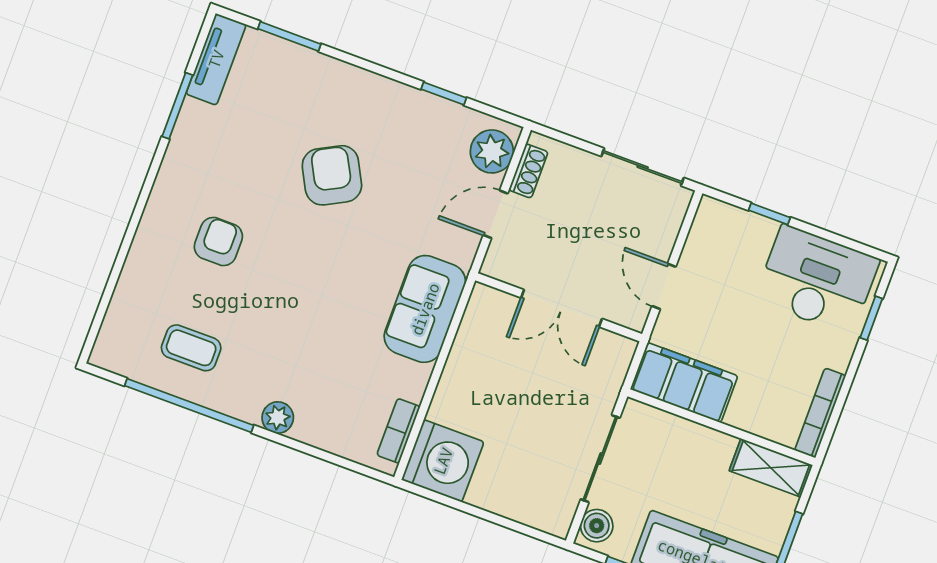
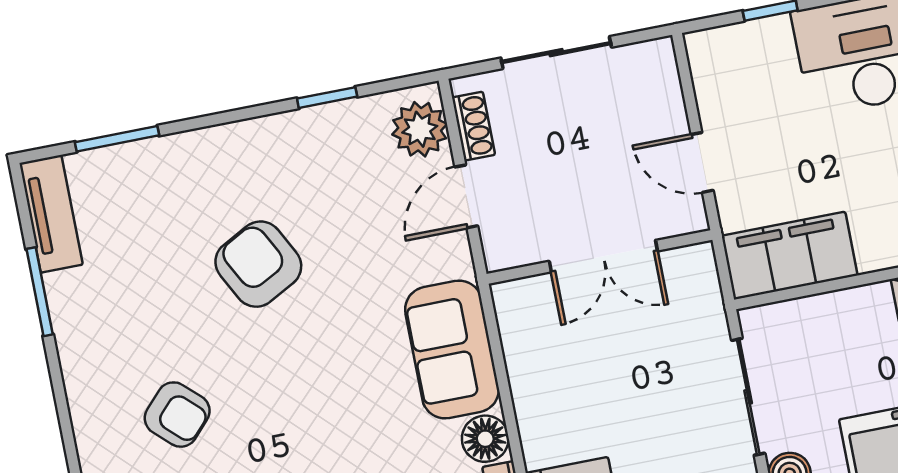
sliding door: (643, 167) -> (556, 53), moved
armchair: (218, 242) -> (177, 415), turned 133
floor lamp: (411, 381) -> (485, 439), added

